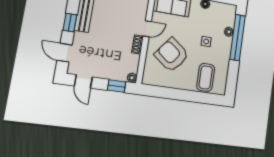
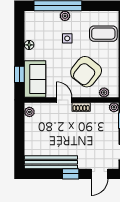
plant: (229, 32) -> (65, 16), moved
plant: (148, 70) -> (104, 93), added

